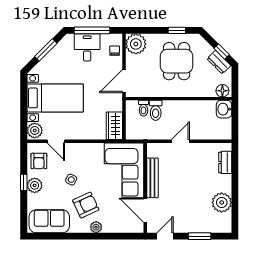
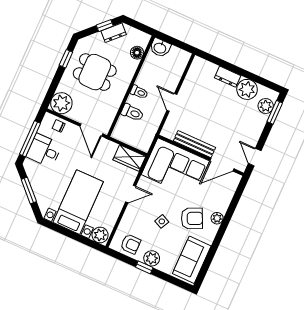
floor lamp: (222, 91) -> (137, 53), moved
toilet: (143, 108) -> (139, 92), moved
door: (56, 141) -> (131, 194), moved
dresser: (225, 162) -> (228, 77), moved
armchair: (86, 205) -> (192, 218), turned 90
plant: (214, 226) -> (266, 106), added
window: (200, 236) -> (275, 112), moved

